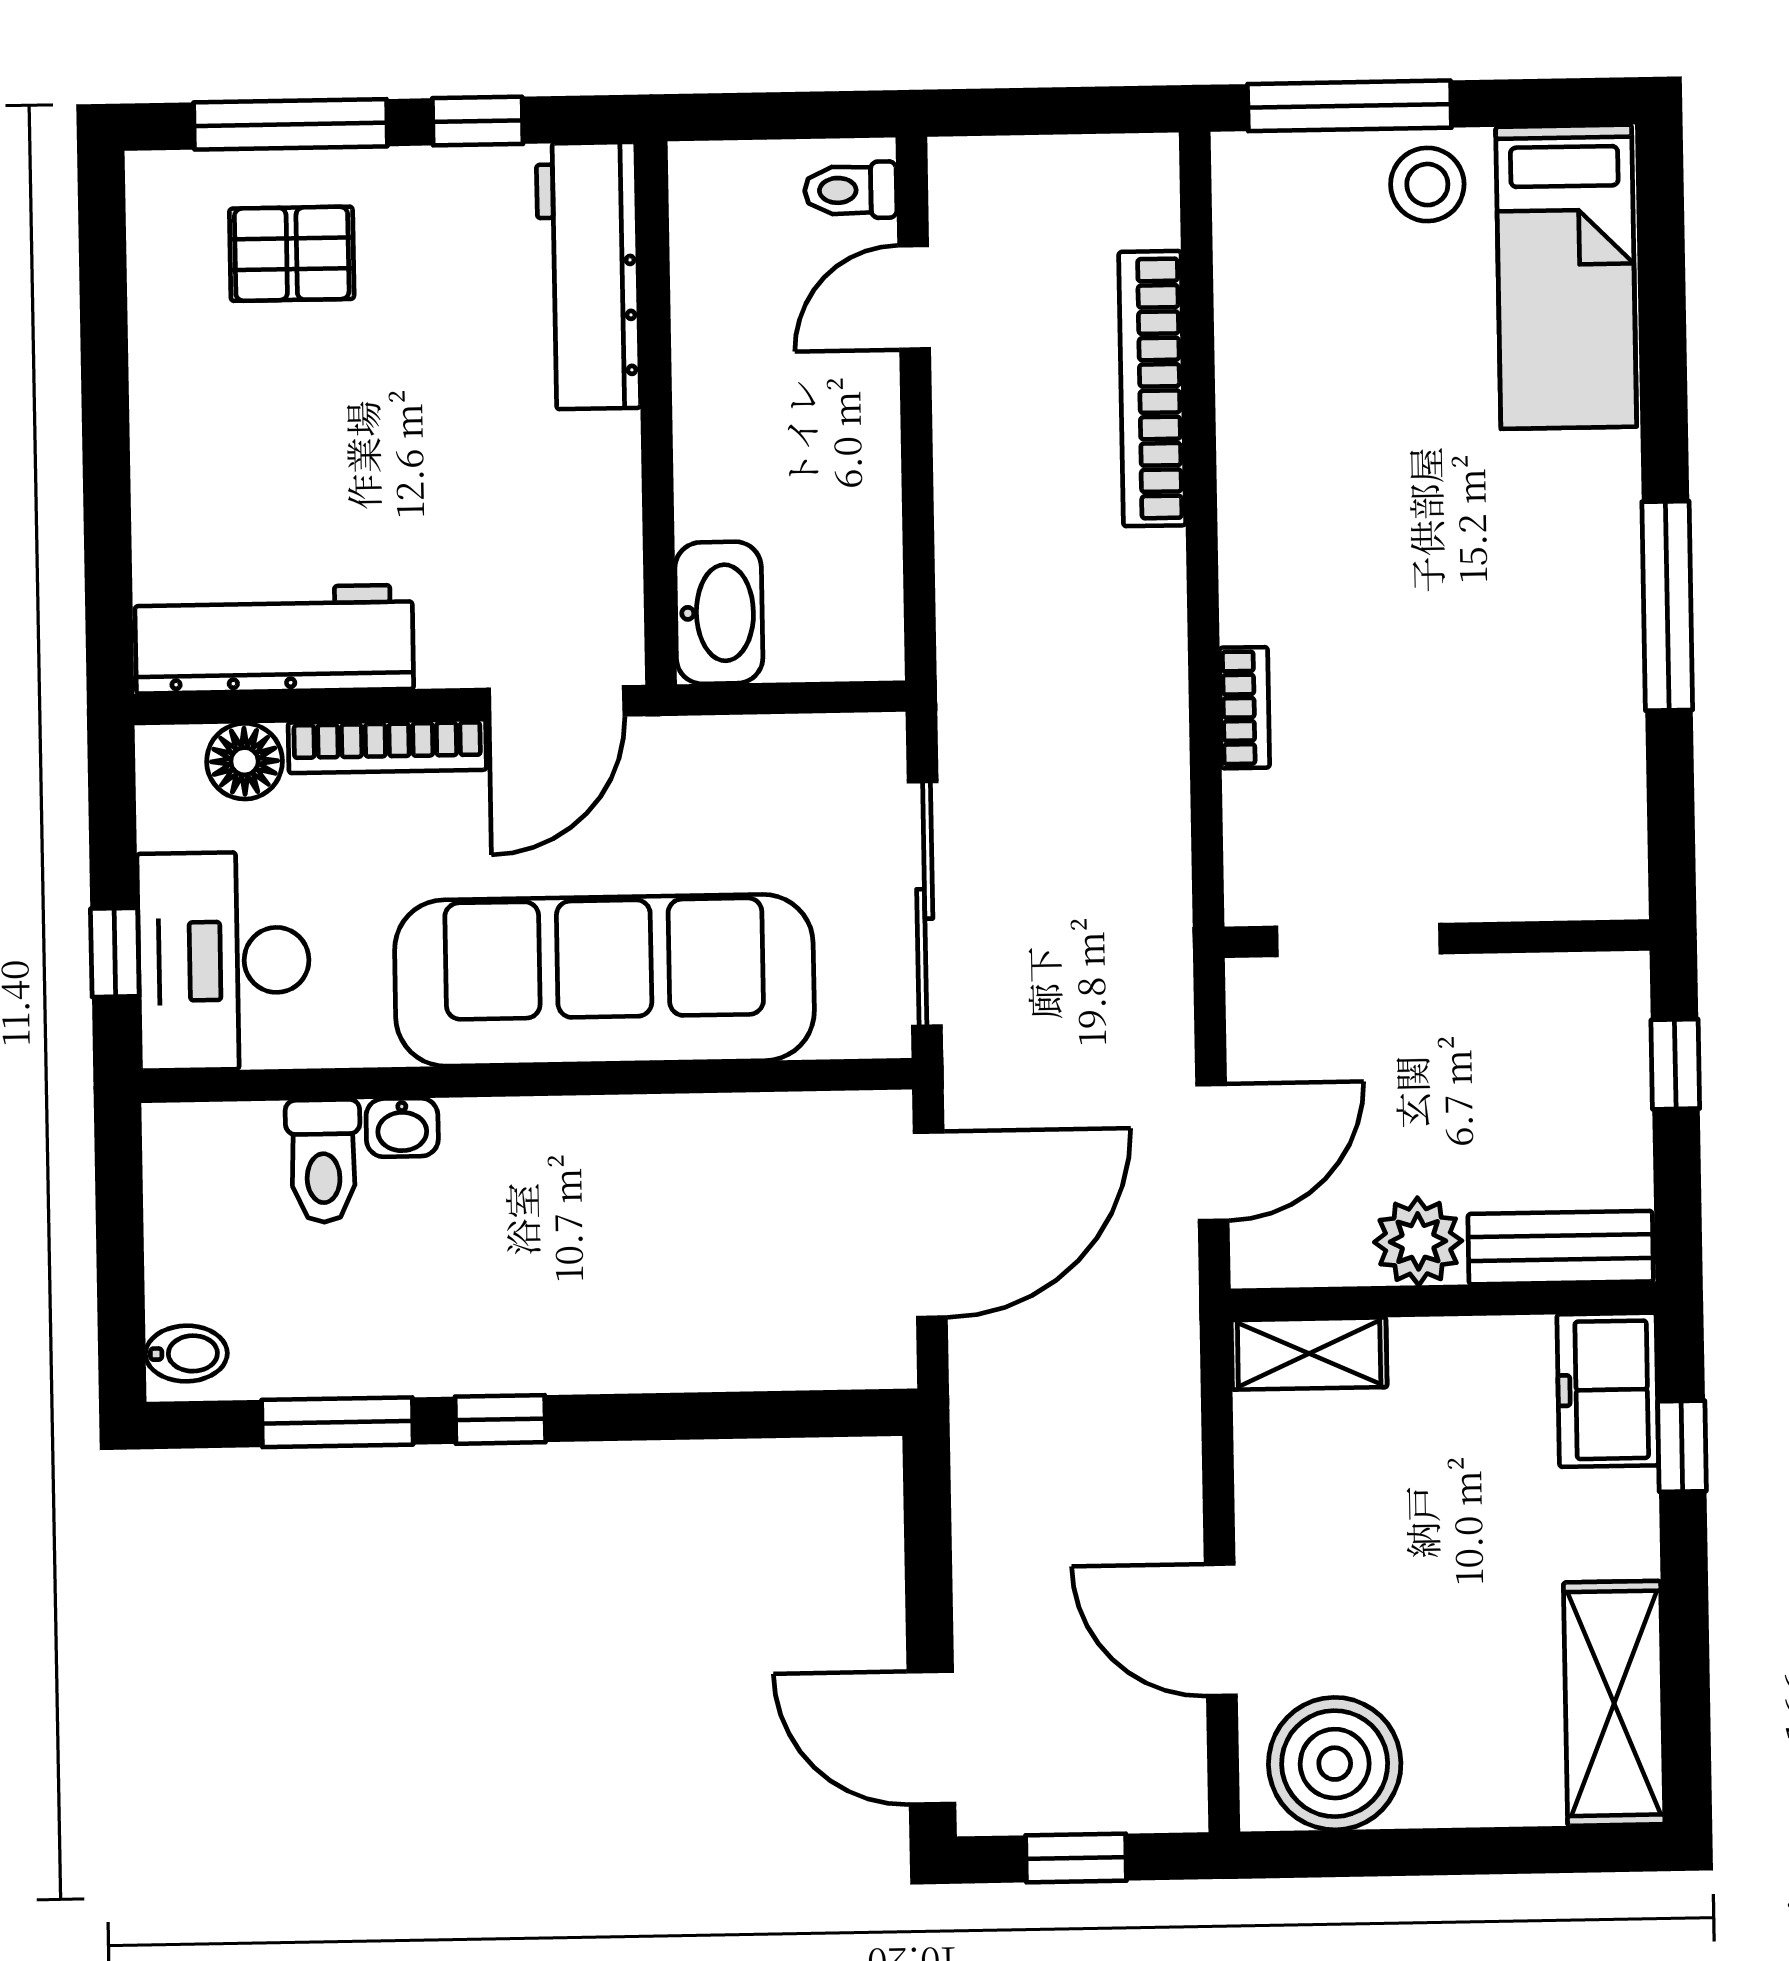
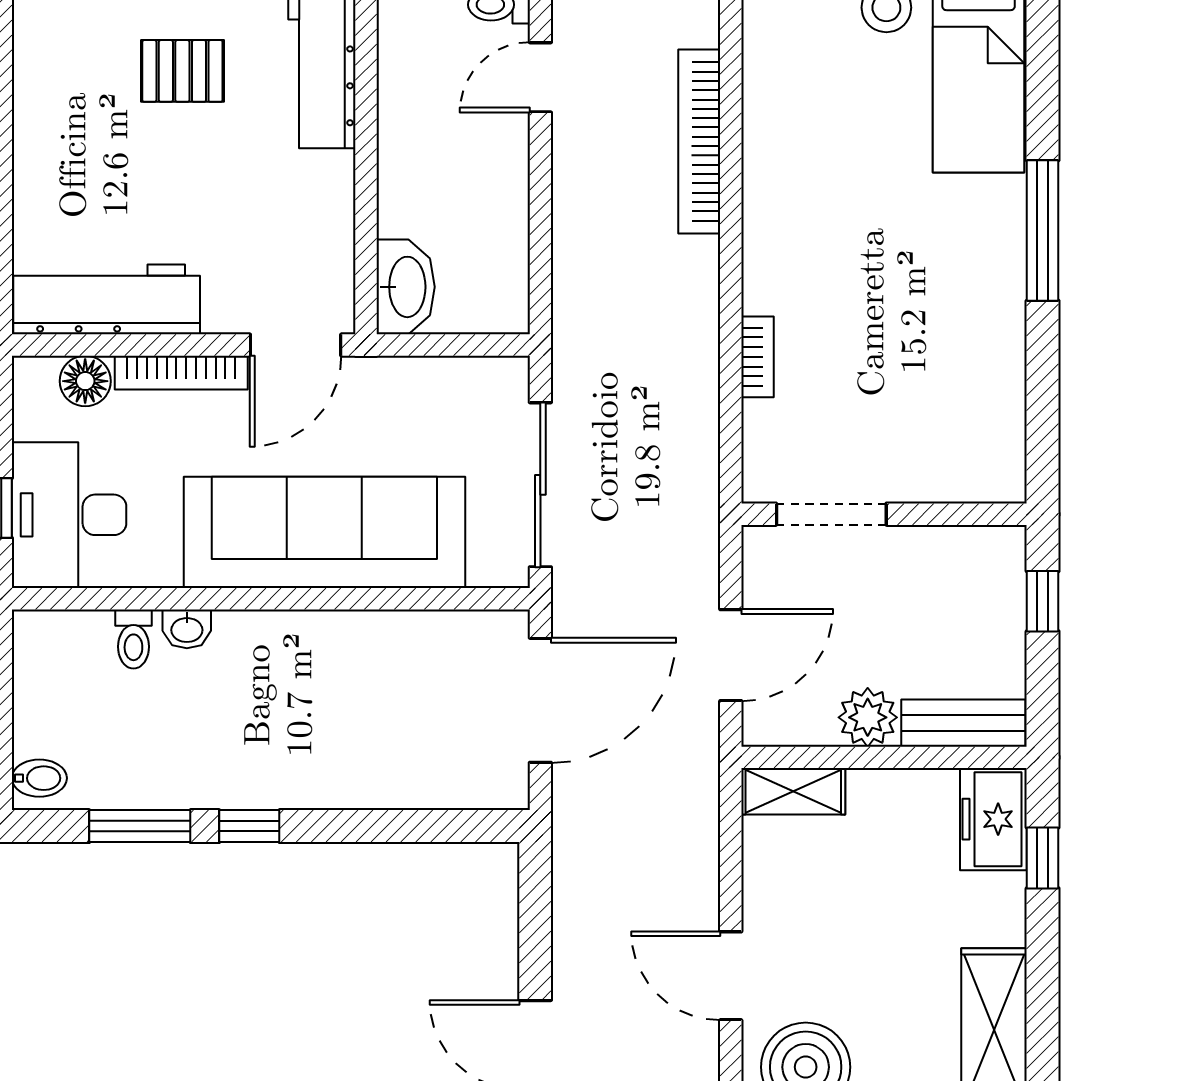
pallet: (292, 254) -> (182, 71), moved
window: (1667, 606) -> (1043, 231), moved
toilet: (323, 1161) -> (133, 639), width x0.73, depth x0.72

